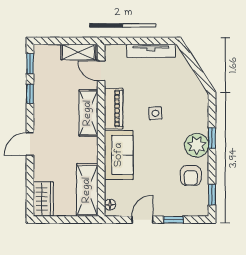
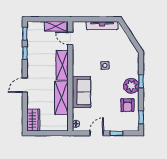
piano: (114, 109) -> (78, 62), removed
shelving: (87, 190) -> (61, 98), moved

